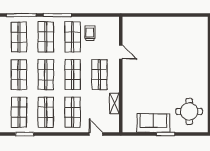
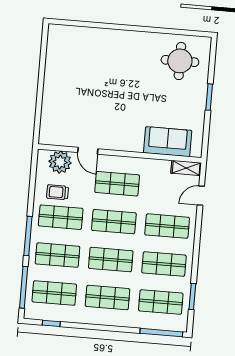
plant: (111, 33) -> (60, 162), added
door: (121, 52) -> (88, 151), swing flipped
shelving: (115, 103) -> (186, 168), moved
sofa: (153, 123) -> (168, 142), moved, turned 90

